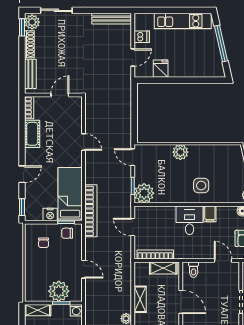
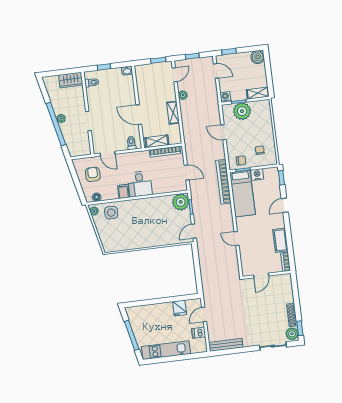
bench: (30, 74) -> (288, 290), removed
plant: (180, 152) -> (154, 240), removed
door: (133, 157) -> (194, 231), swing flipped
side table: (201, 185) -> (111, 213), moved

